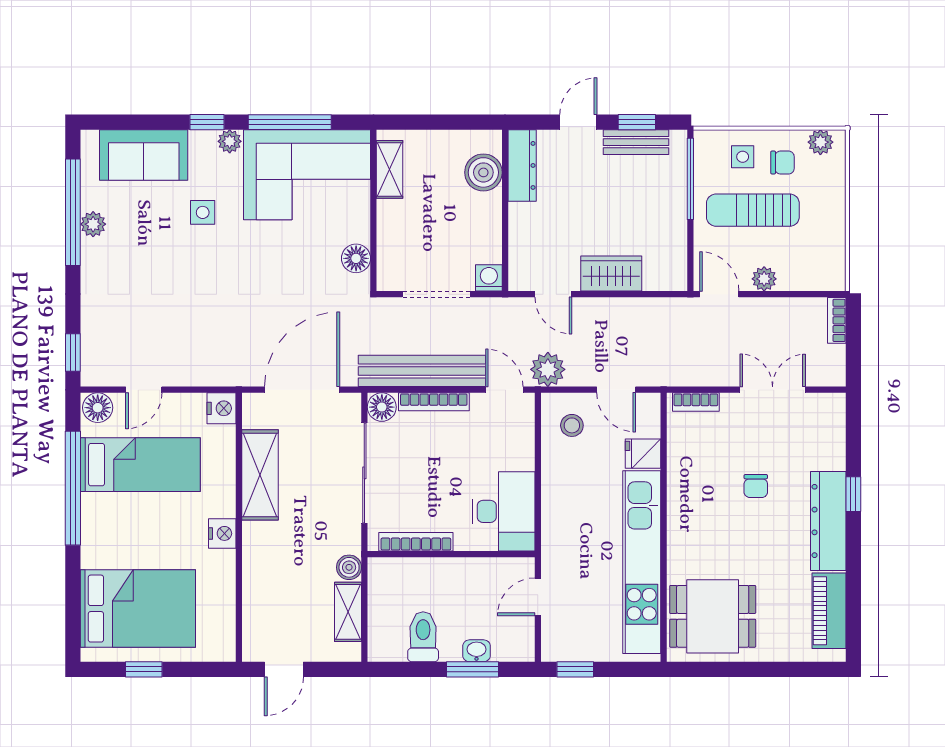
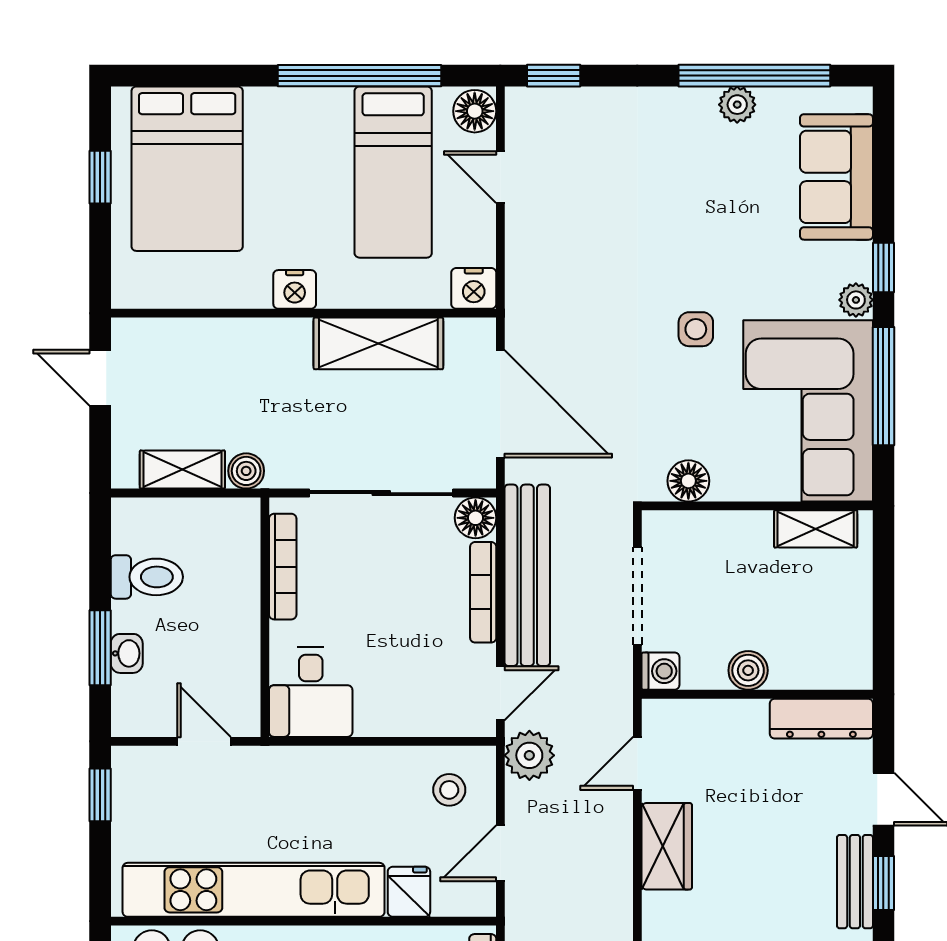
boiler: (483, 172) -> (748, 670), moved, width x0.73, depth x0.73
side table: (203, 212) -> (696, 329), moved
desk: (504, 511) -> (311, 692), width x0.73

